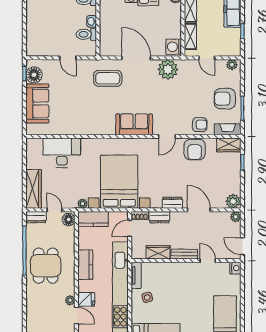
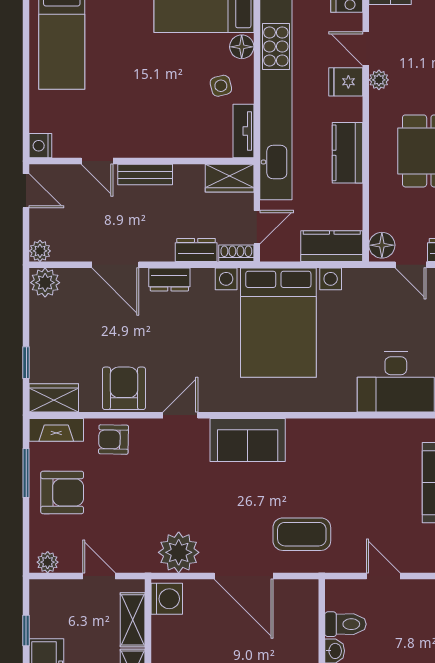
plant: (83, 204) -> (353, 278), removed
wardrobe: (158, 252) -> (230, 178), moved
floor lamp: (137, 316) -> (242, 47), added

